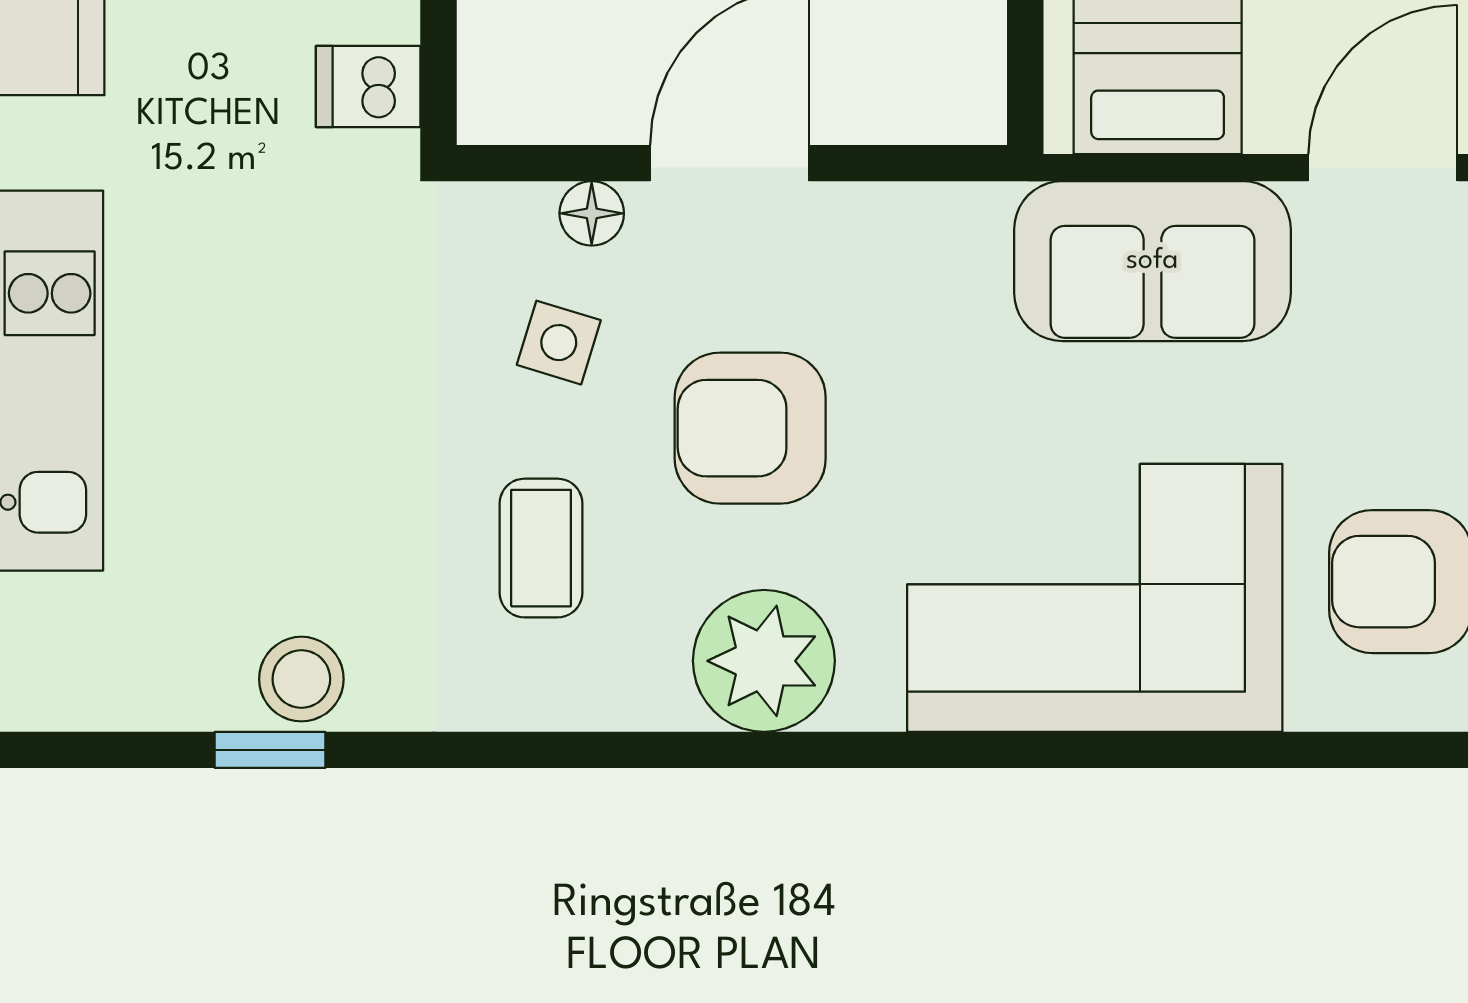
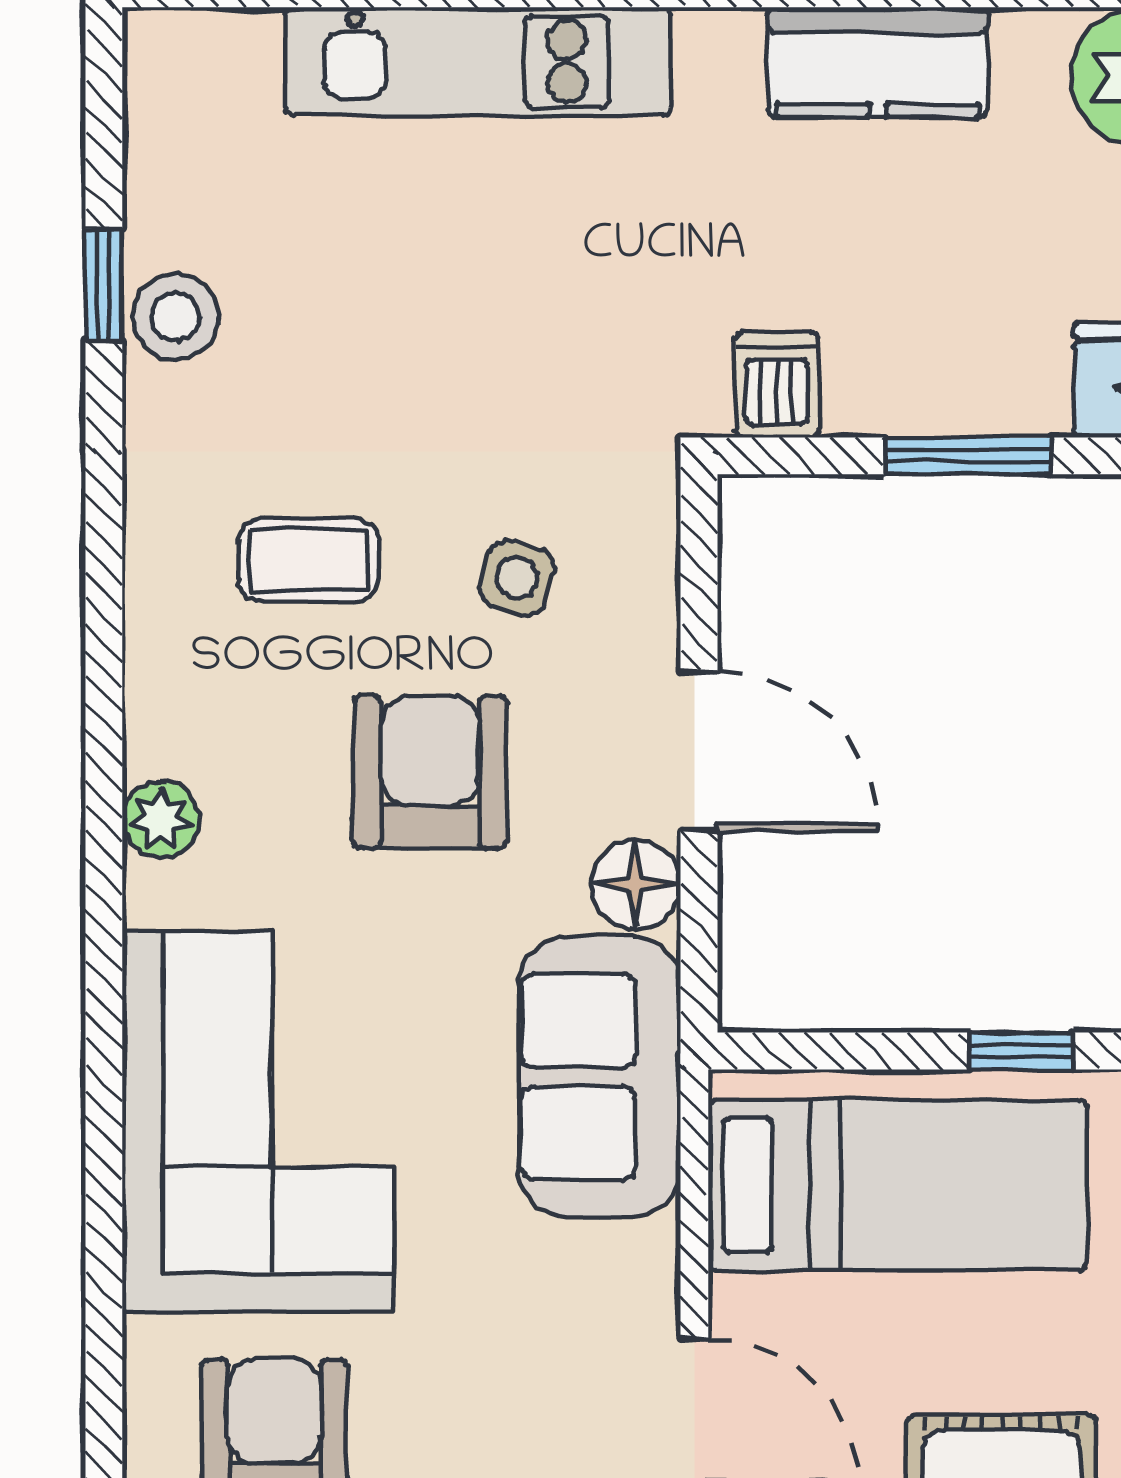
floor lamp: (592, 213) -> (636, 884), moved, width x1.37, depth x1.37
sofa: (1152, 261) -> (600, 1077), moved
plant: (764, 661) -> (161, 819), width x0.53, depth x0.53

